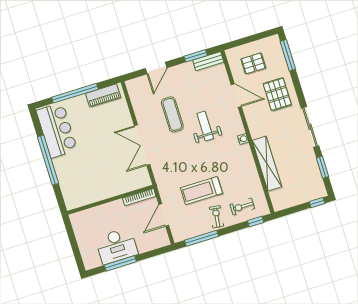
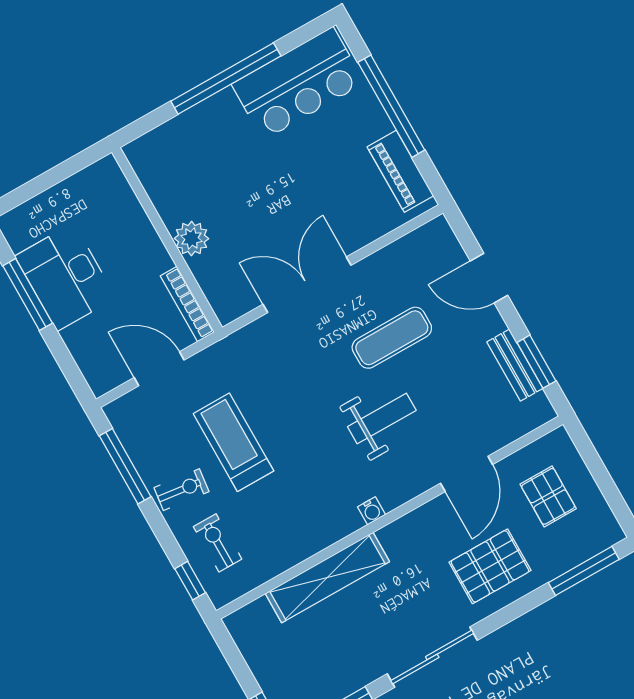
bench: (208, 61) -> (515, 365), moved
plant: (112, 189) -> (191, 238), added

